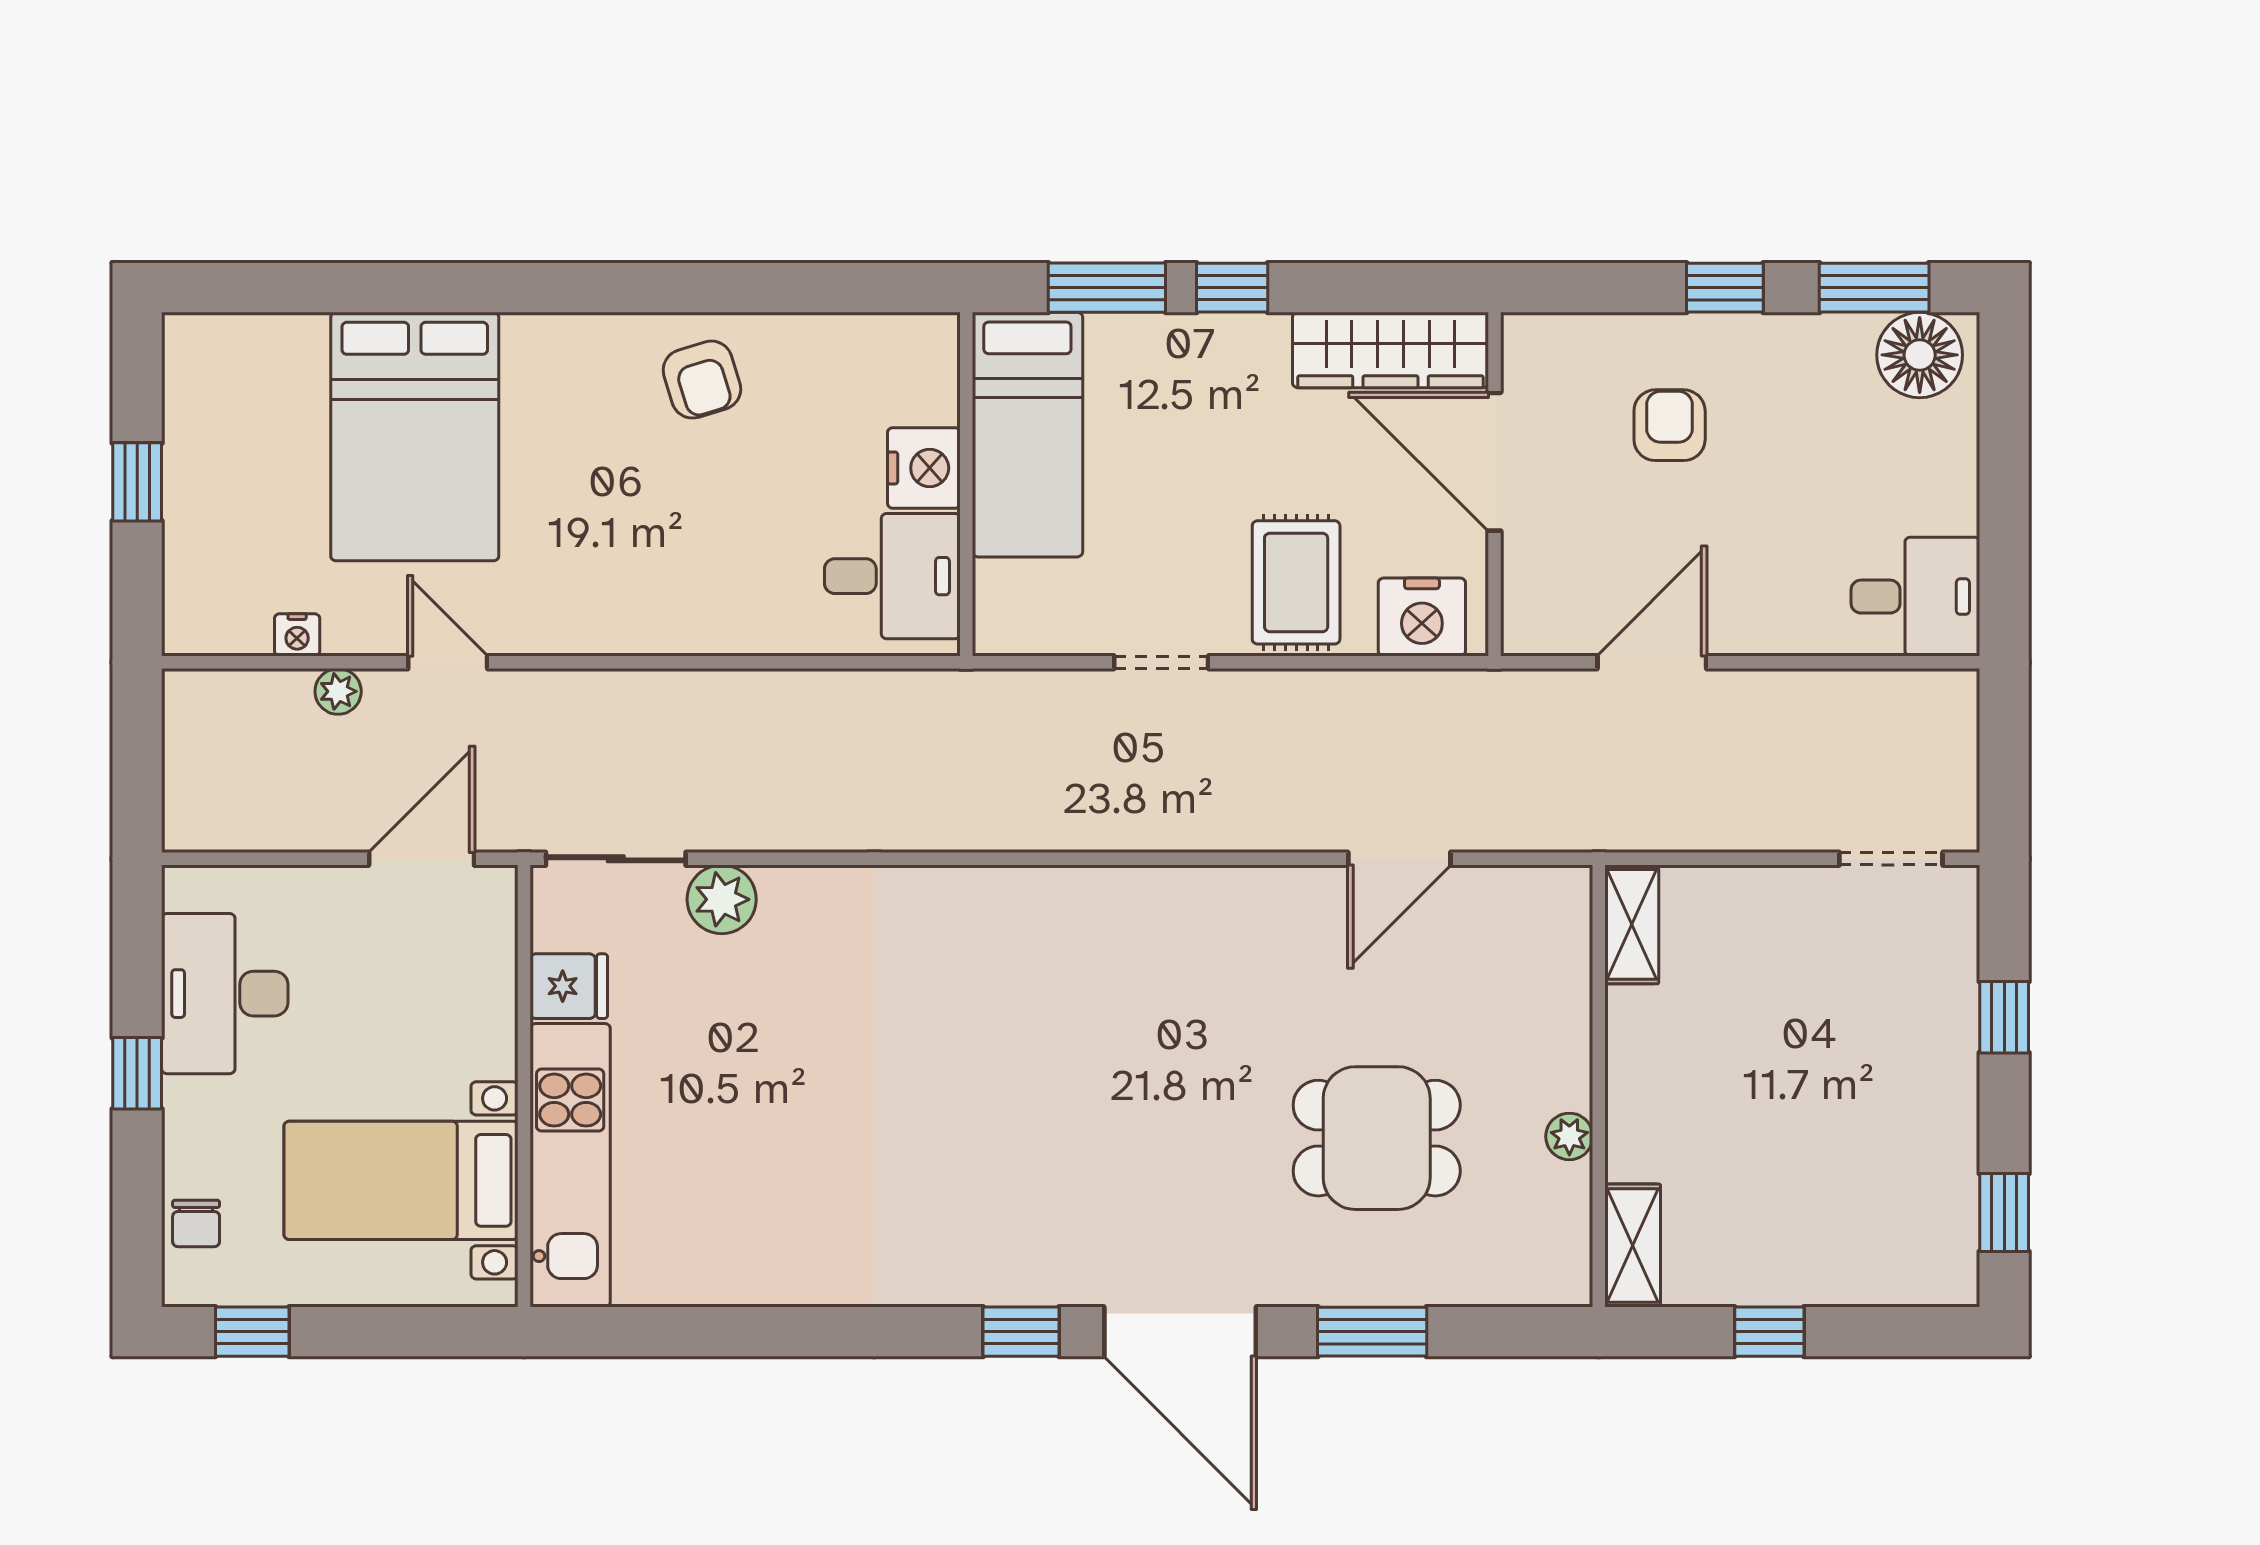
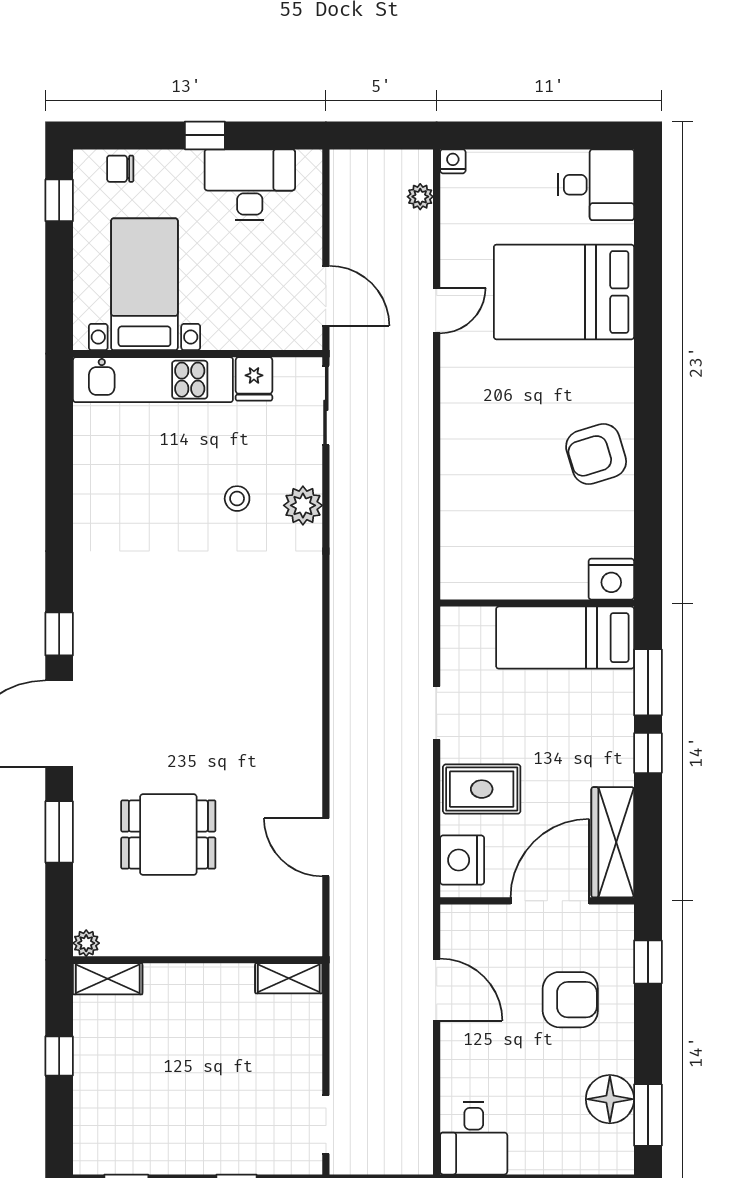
window: (1725, 288) -> (648, 962), moved
floor lamp: (1920, 355) -> (610, 1099), moved
armchair: (702, 380) -> (596, 454), width x1.38, depth x1.38
armchair: (1670, 425) -> (570, 1000), width x1.38, depth x1.38
nightstand: (924, 468) -> (611, 579), moved
window: (137, 482) -> (538, 135), removed
desk: (892, 576) -> (596, 185), moved, turned -90
nightstand: (297, 635) -> (453, 161), moved, turned 90
plant: (338, 691) -> (420, 197), moved
plant: (722, 899) -> (303, 505), moved
stool: (781, 1016) -> (237, 499), added
plant: (1569, 1136) -> (86, 943), moved
dining table: (1377, 1138) -> (168, 835), turned 90

